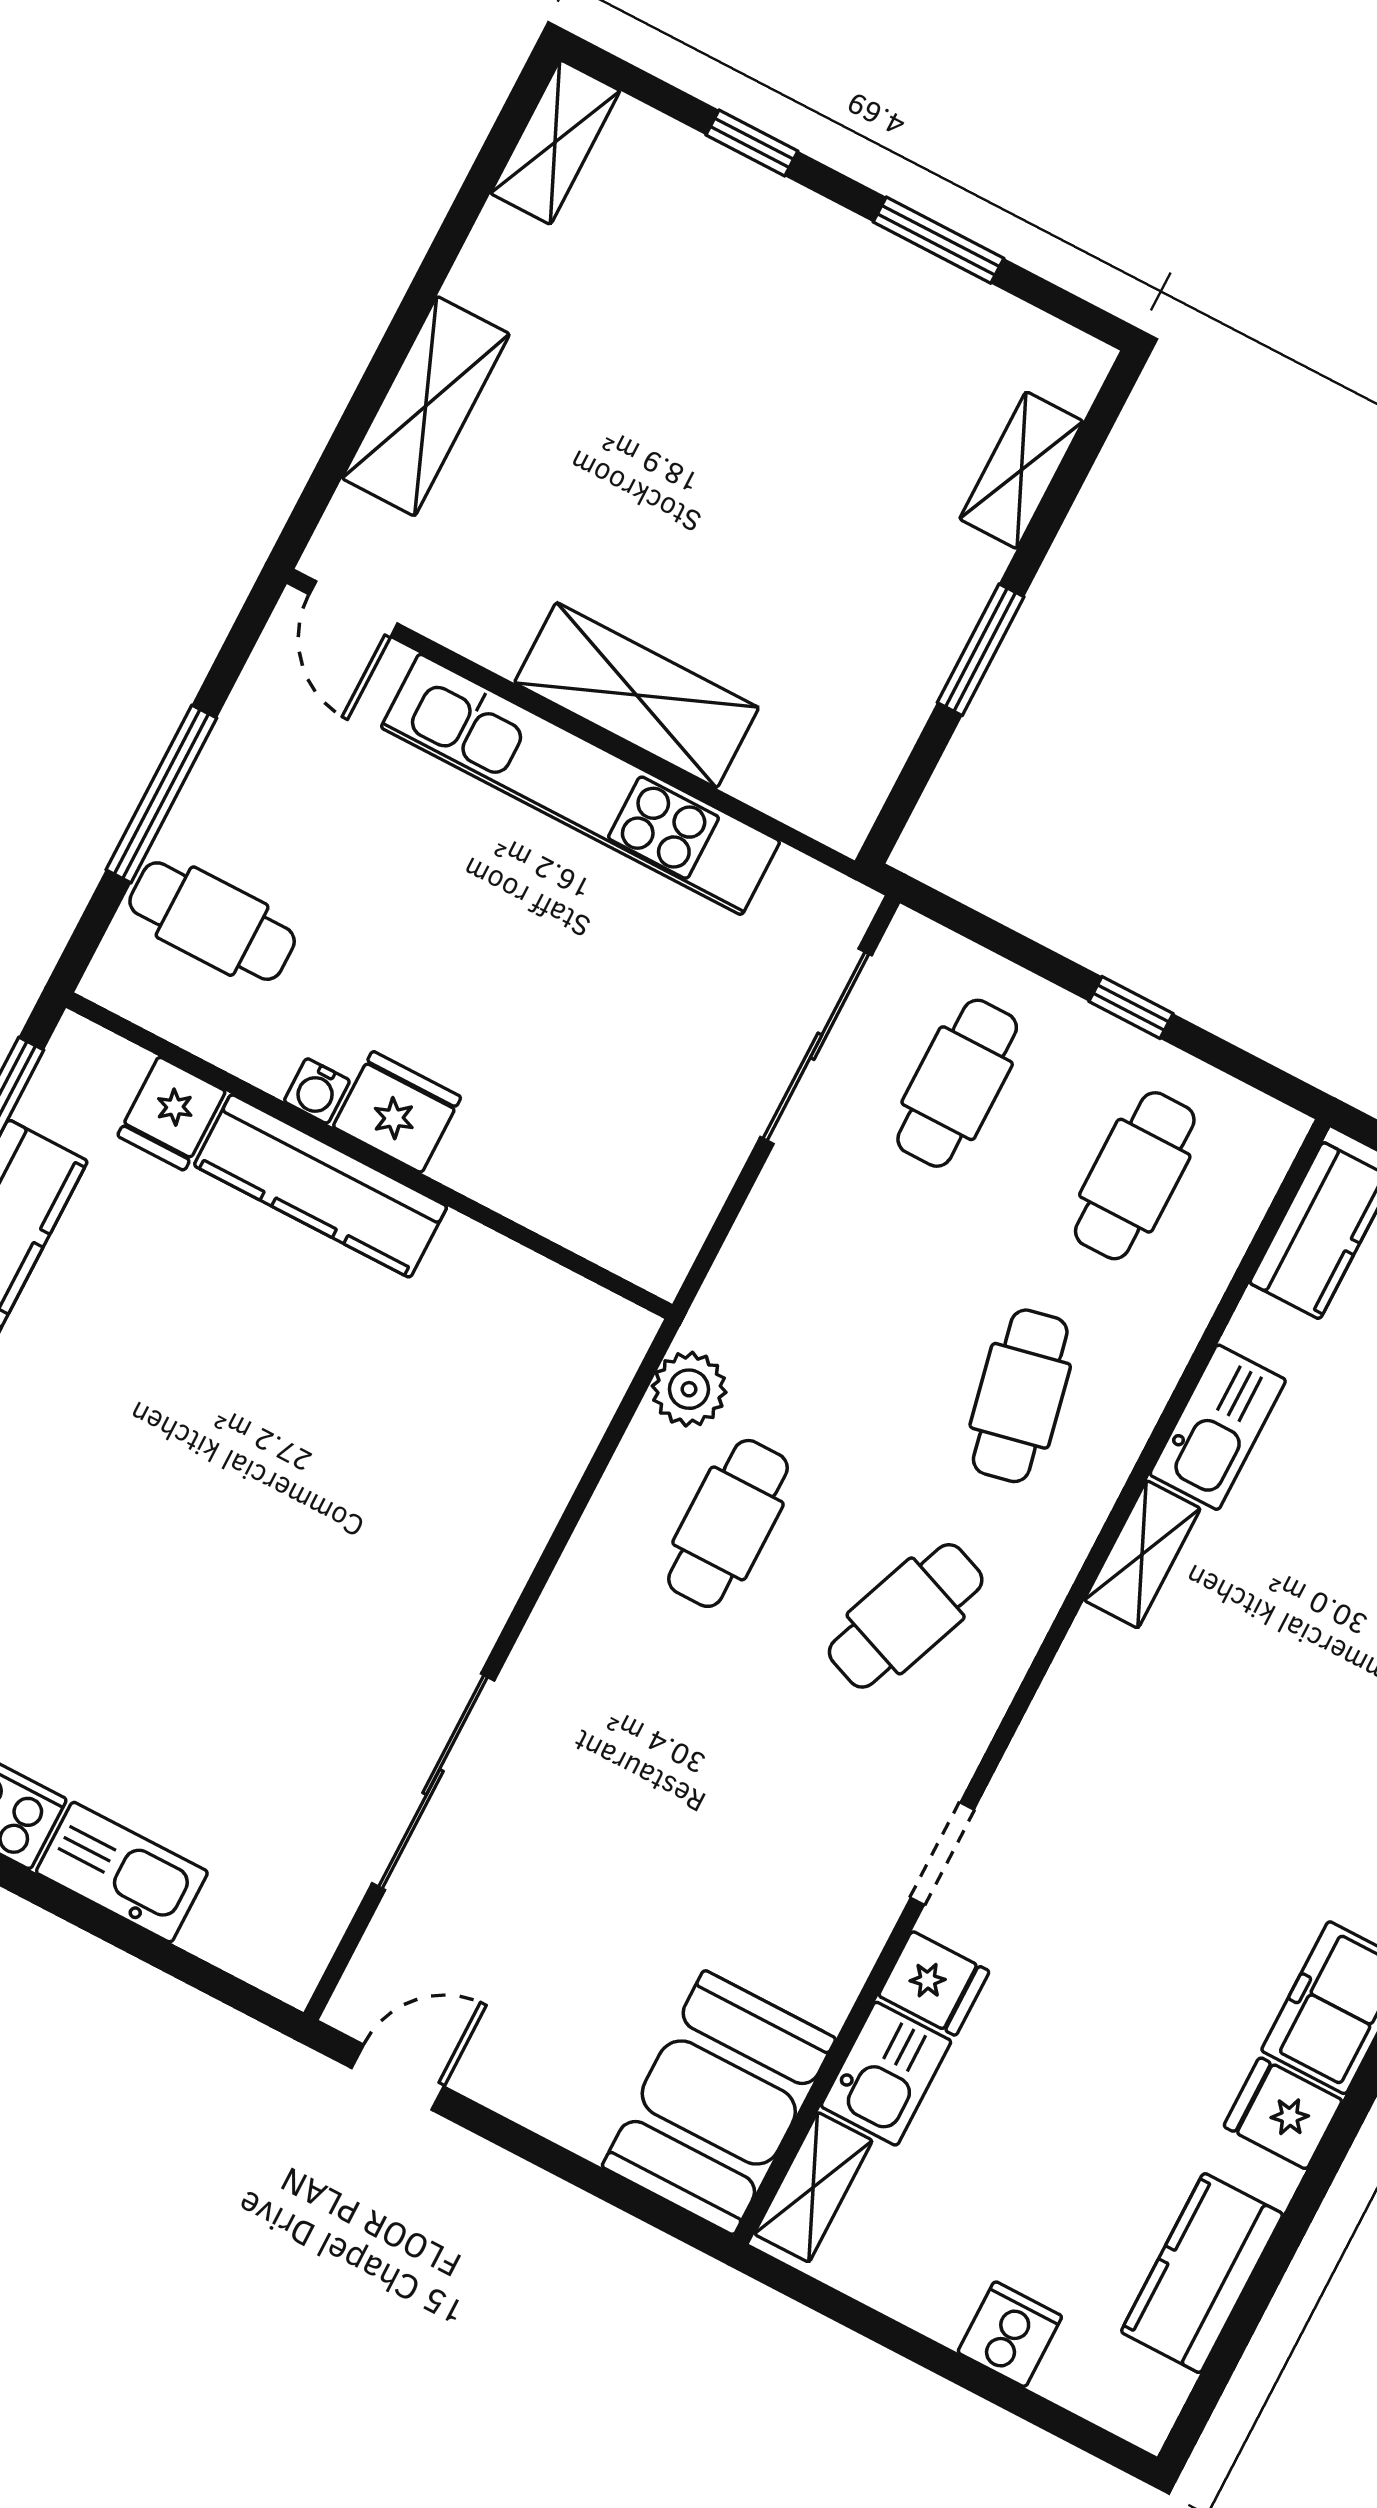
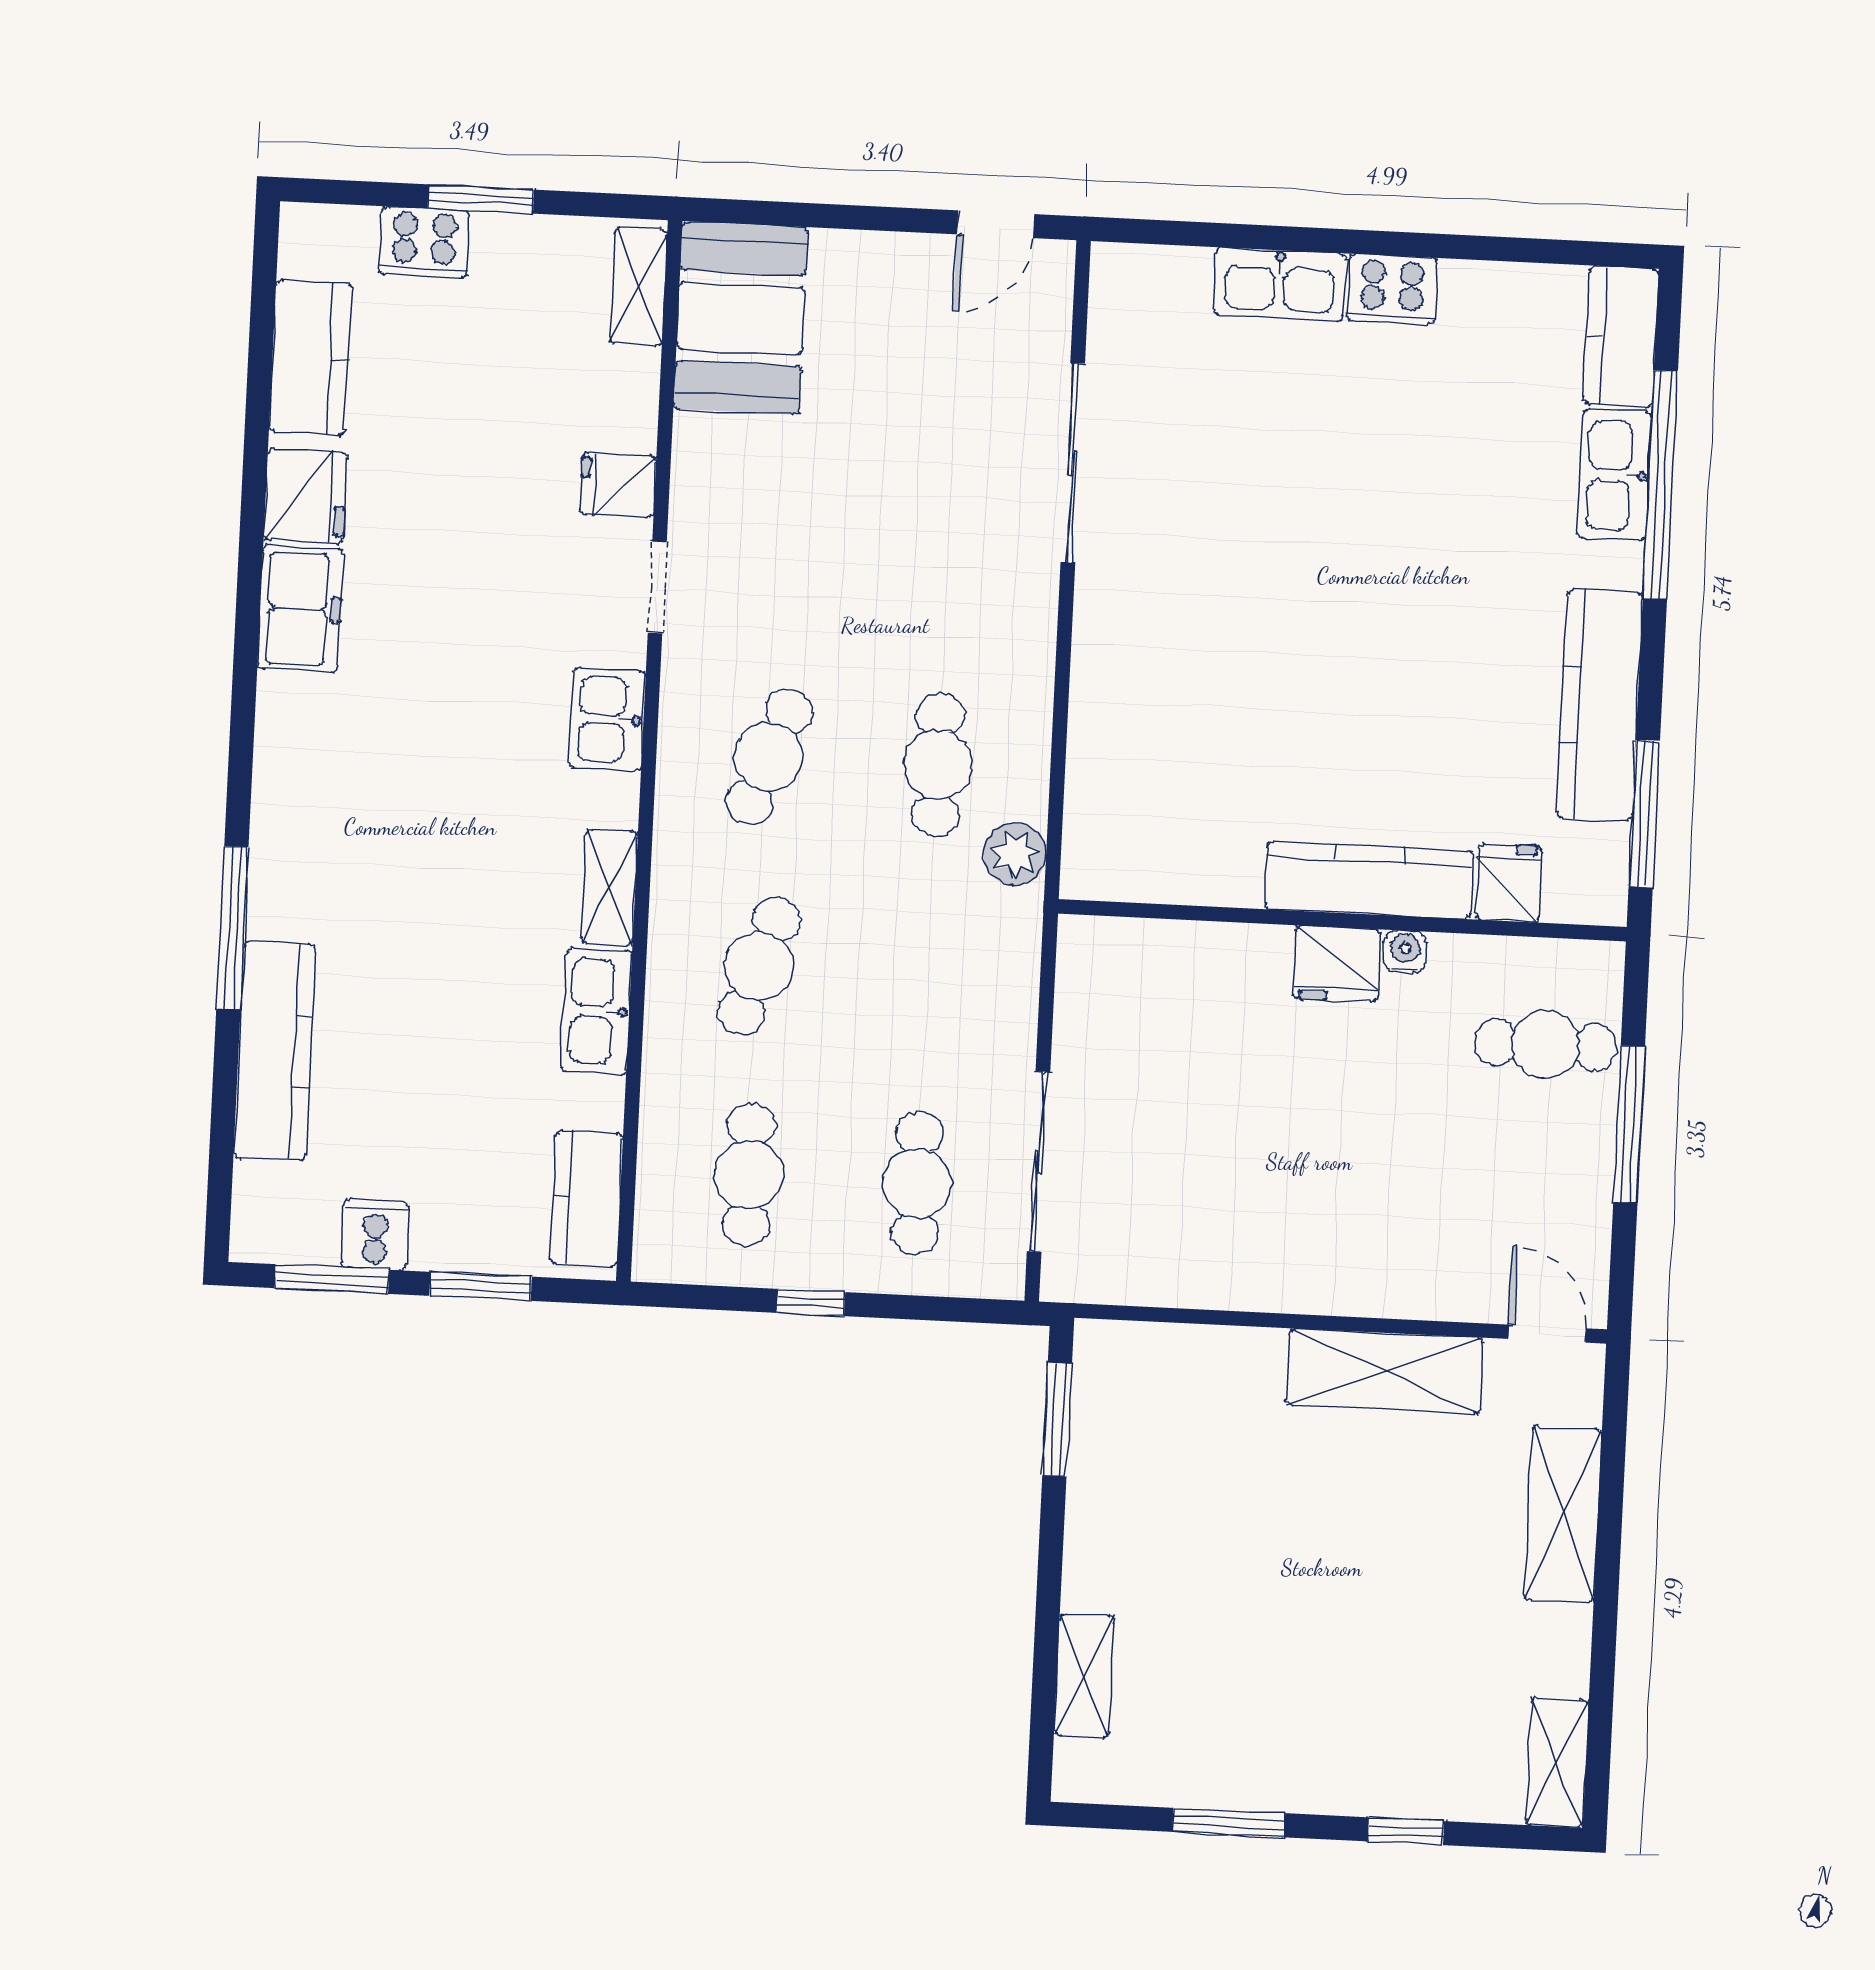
window: (981, 650) -> (1057, 1419), moved
shelving: (637, 695) -> (1384, 1372), moved
kitchen unit: (580, 784) -> (1311, 1279), removed
cafe table: (1020, 1396) -> (759, 966), turned 30
kitchen sink: (886, 2074) -> (607, 719), moved
fridge: (1283, 2113) -> (305, 496), width x1.38
cooker: (1010, 2334) -> (424, 243), width x1.36
window: (940, 2360) -> (481, 199), added

